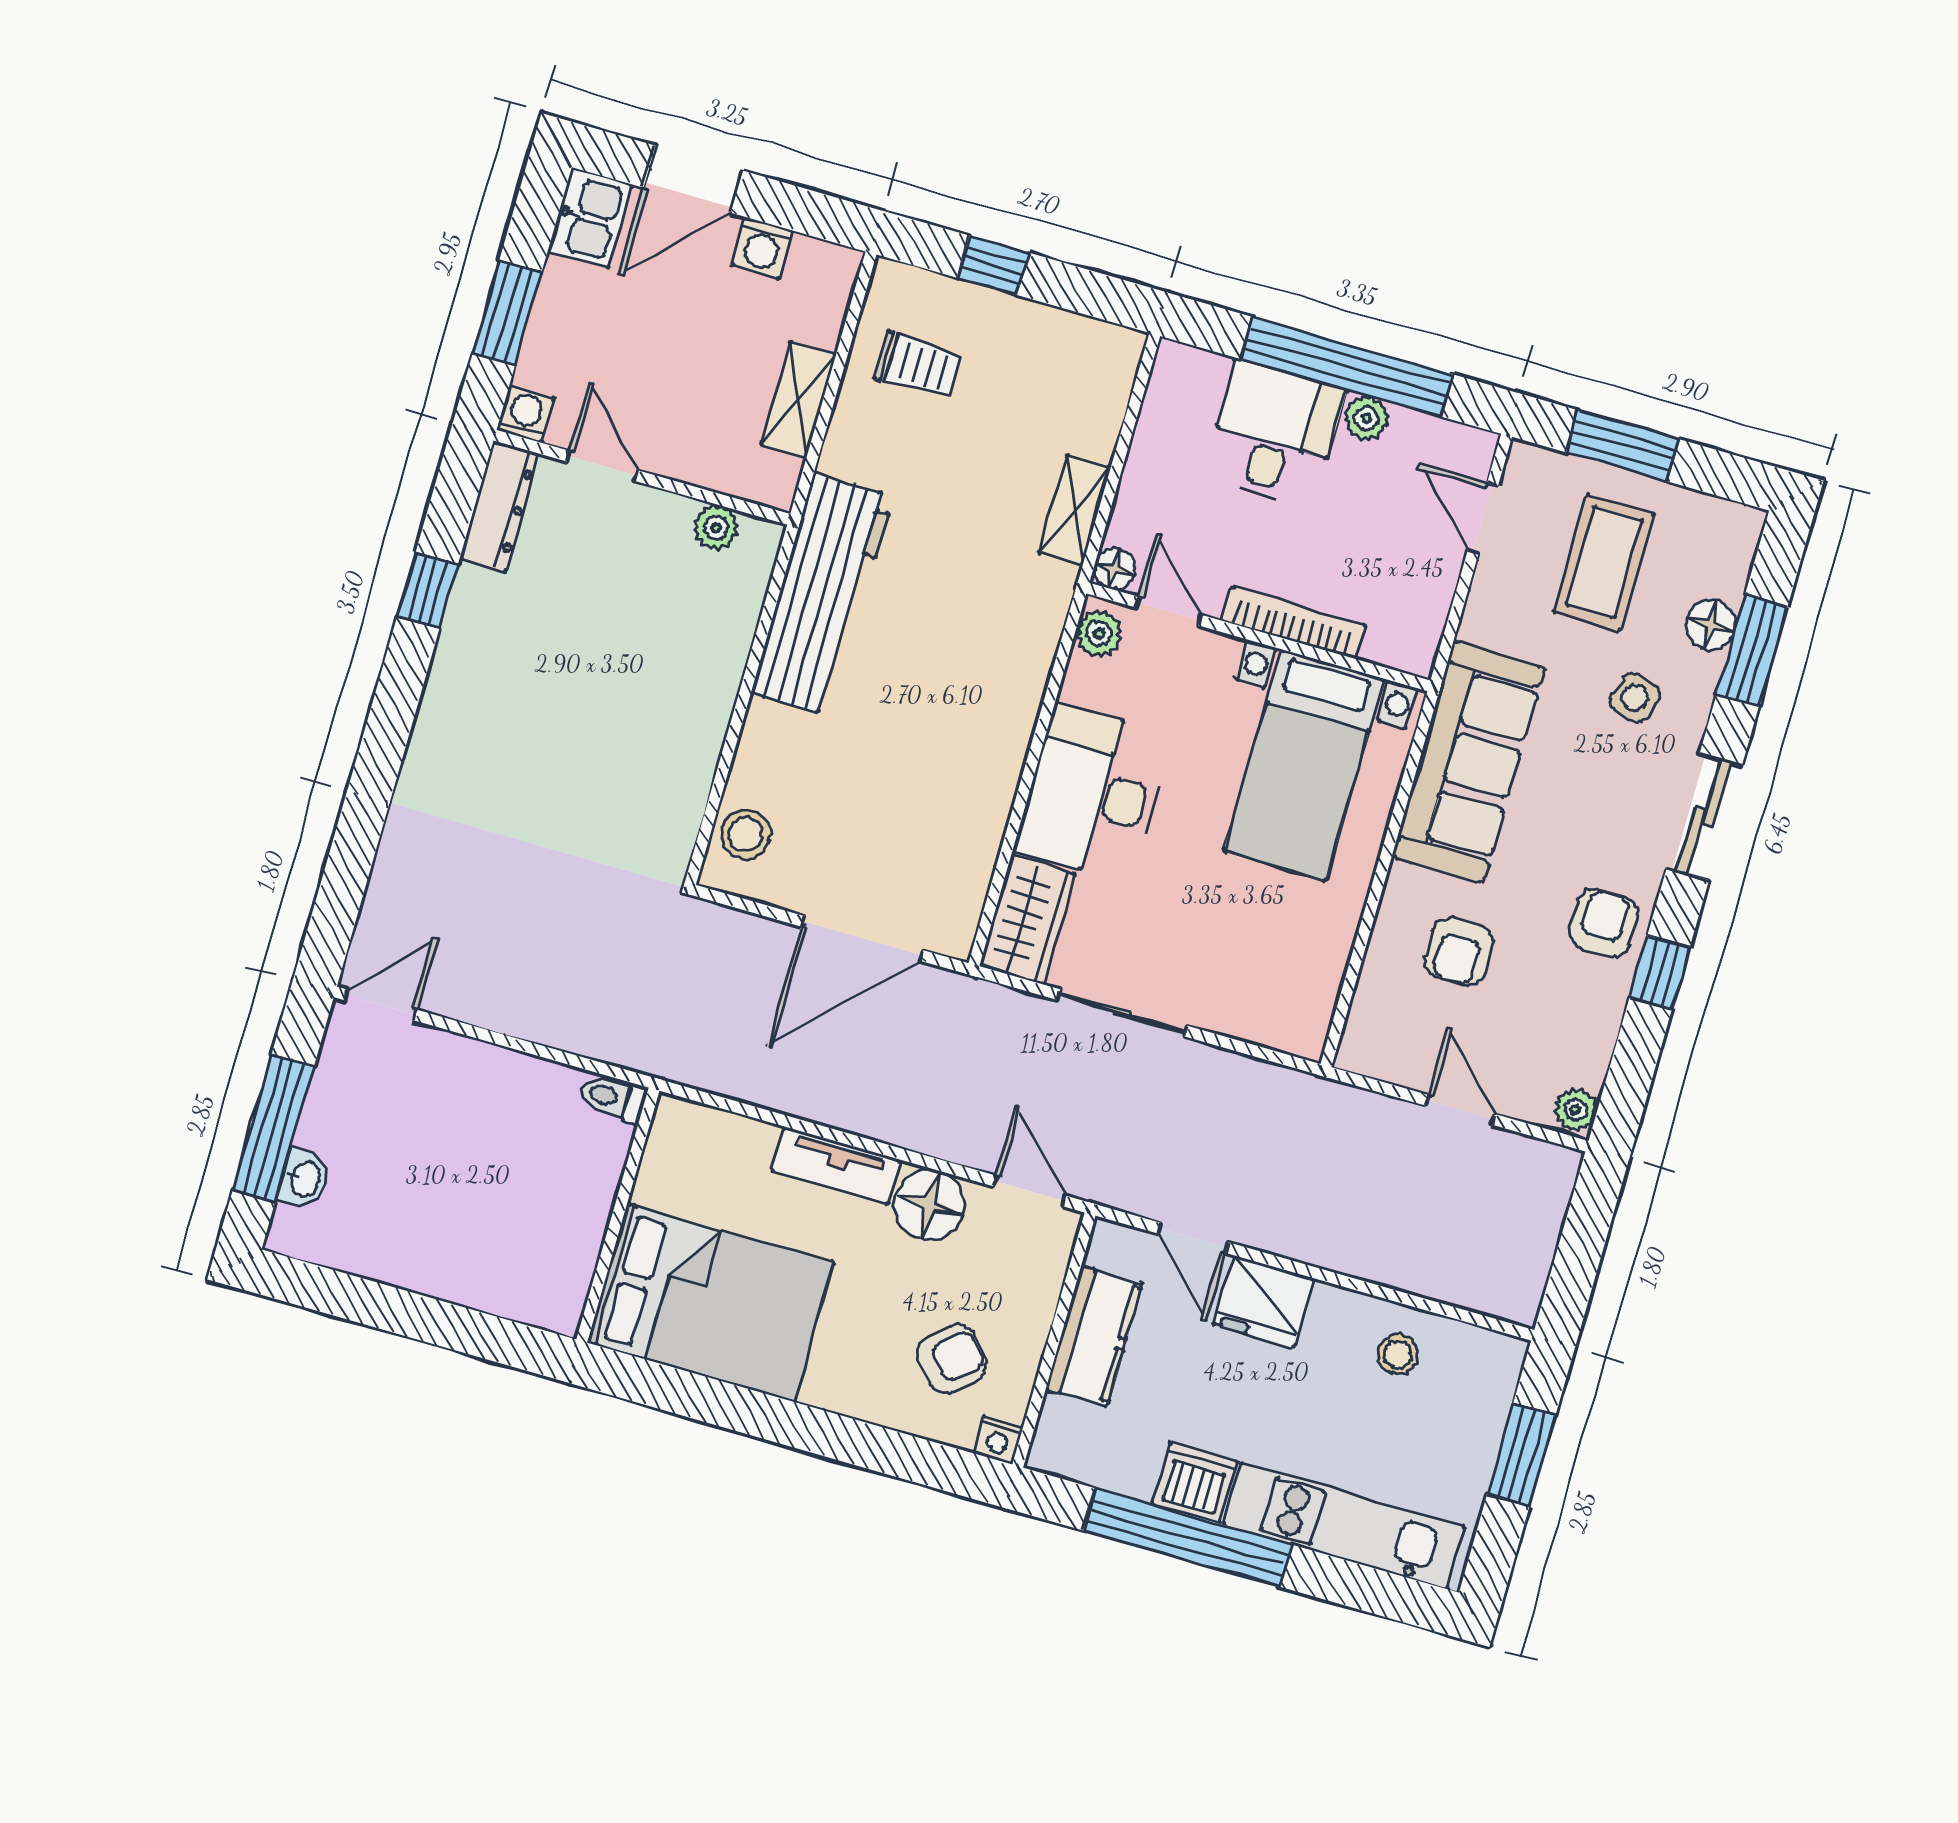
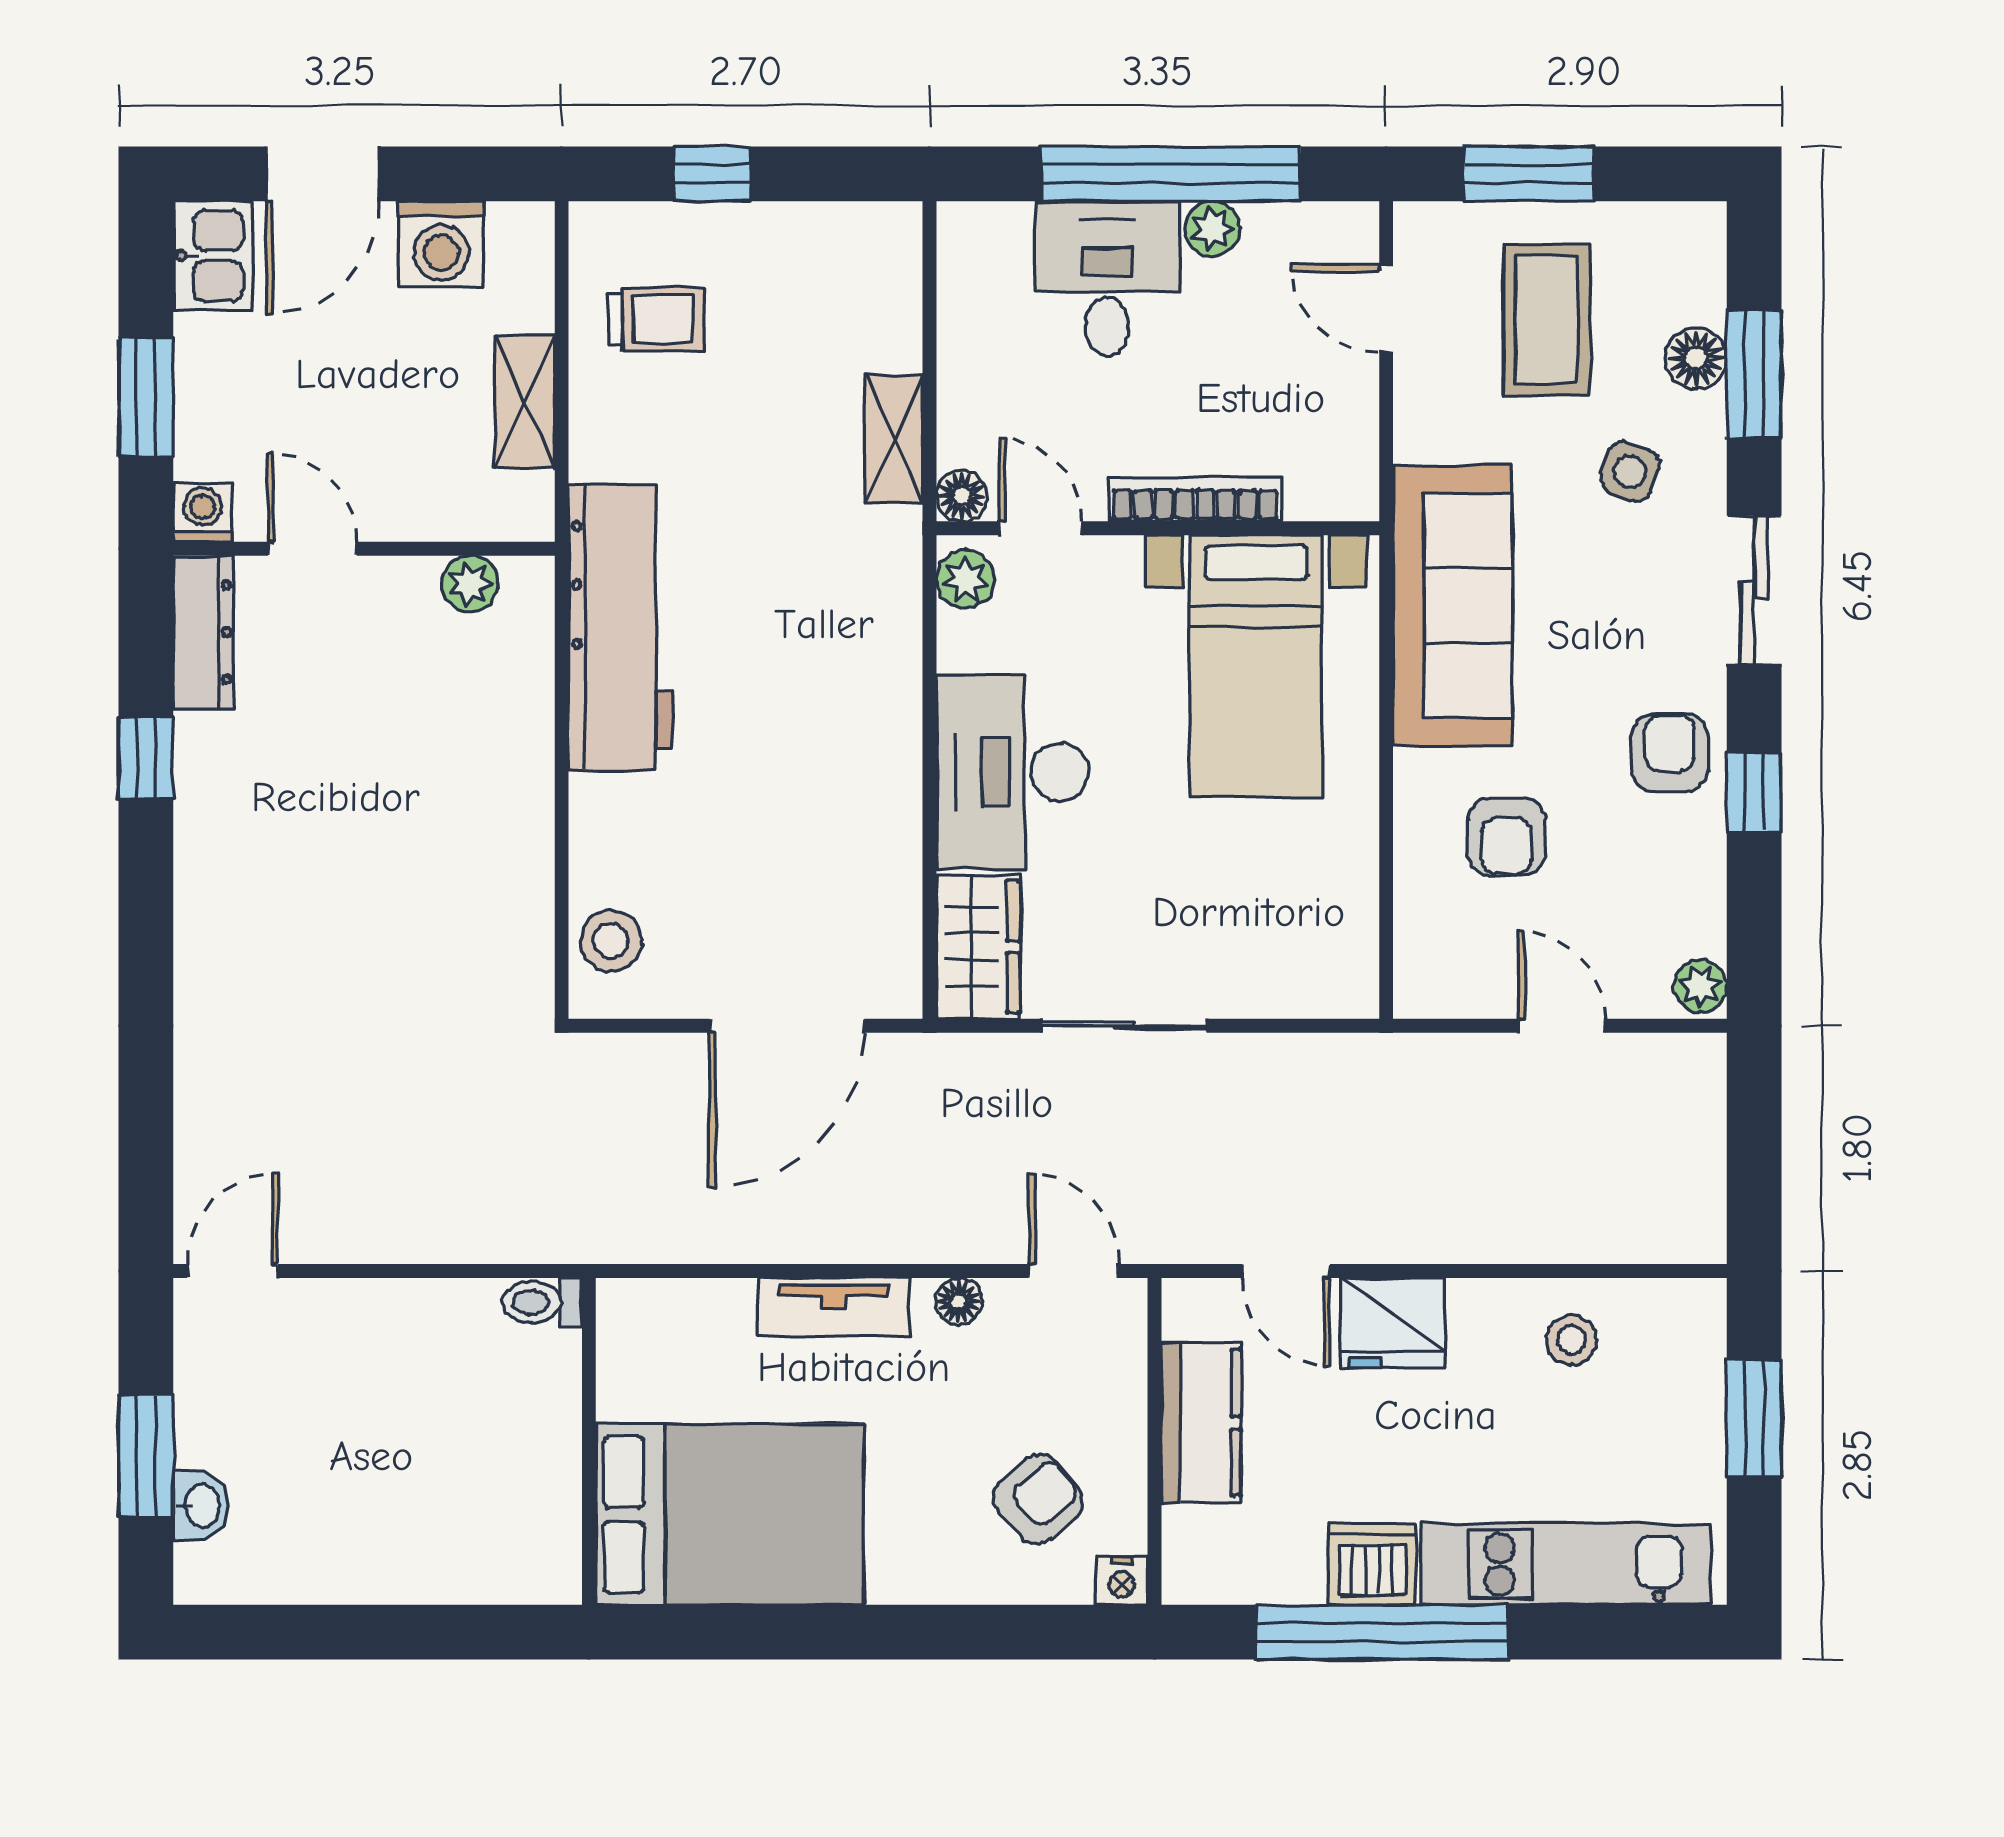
washing machine: (762, 248) -> (441, 244), width x1.38, depth x1.38
window: (273, 1128) -> (146, 1456), width x0.69
floor lamp: (929, 1205) -> (959, 1301), width x0.53, depth x0.53

